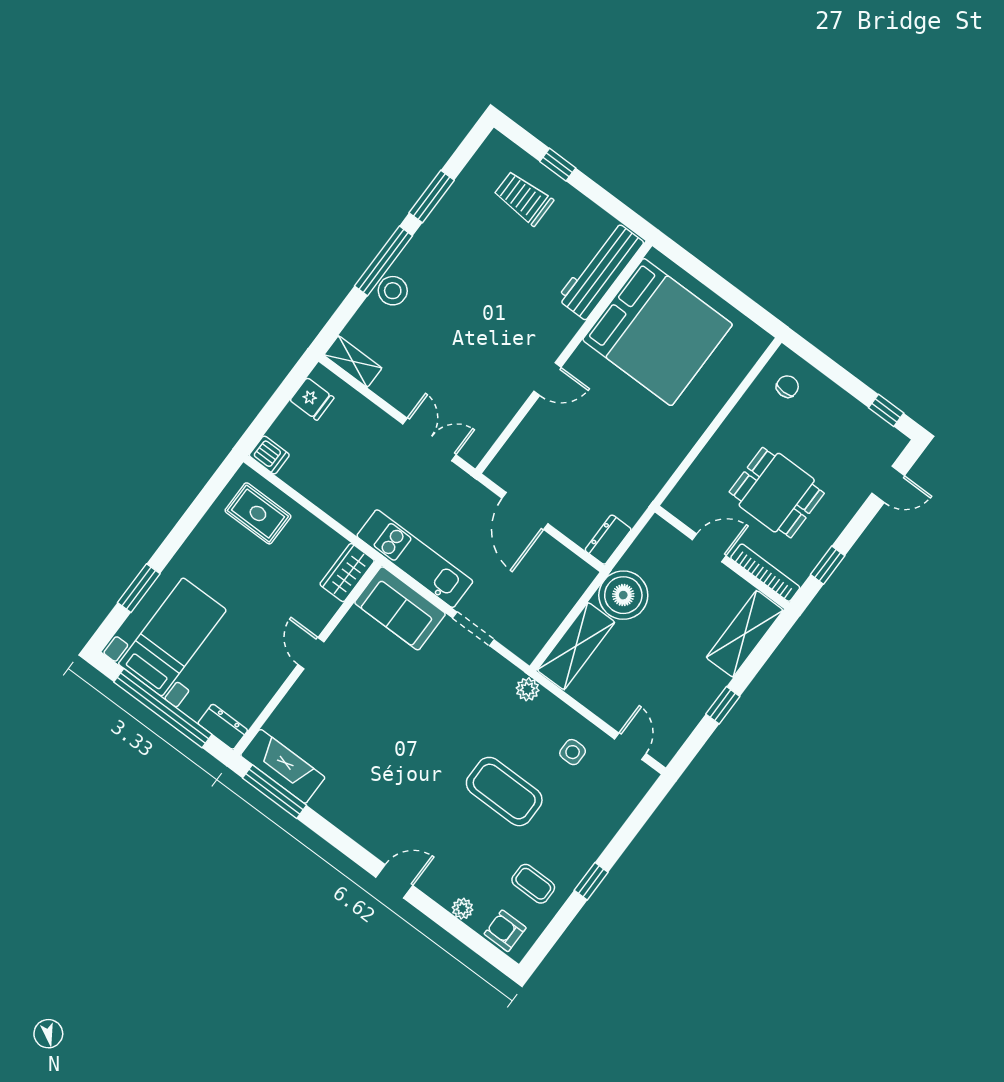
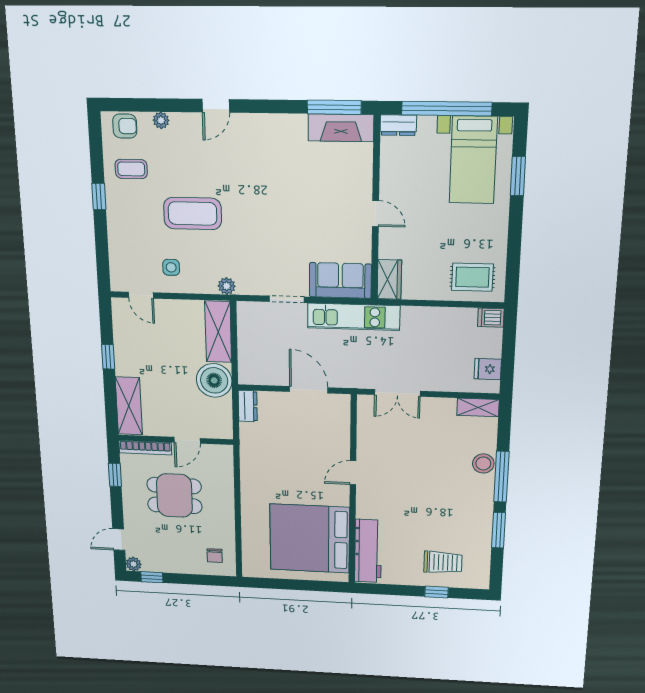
plant: (895, 442) -> (134, 564), added

